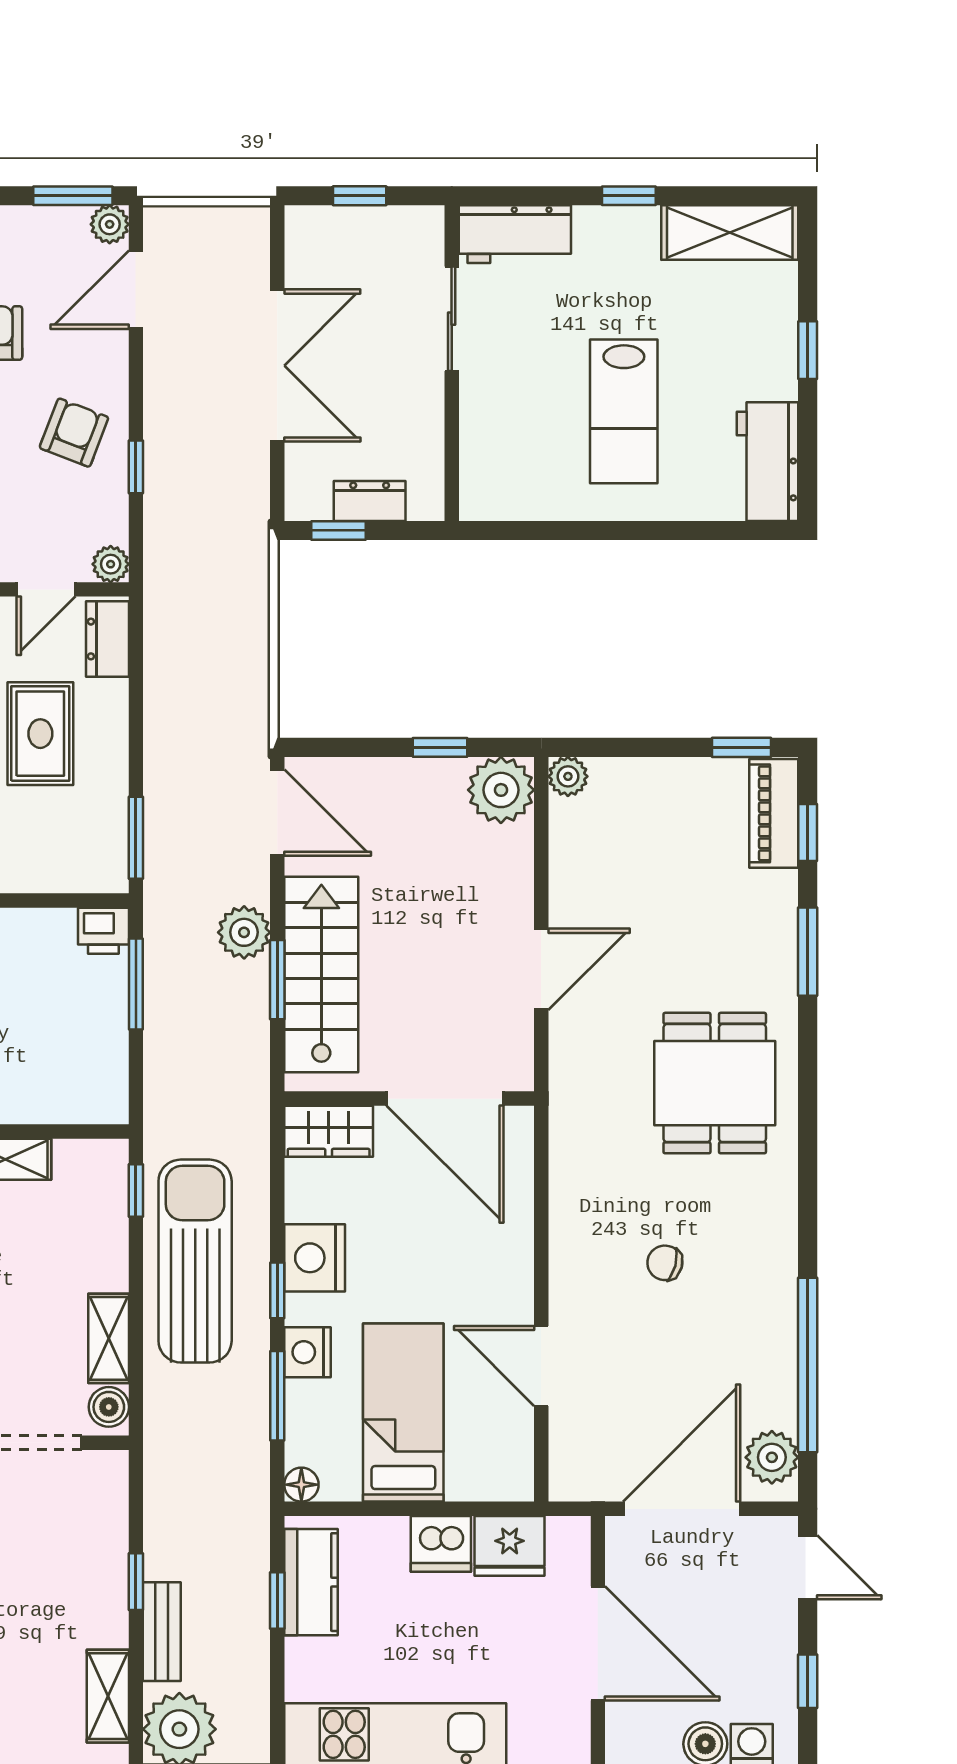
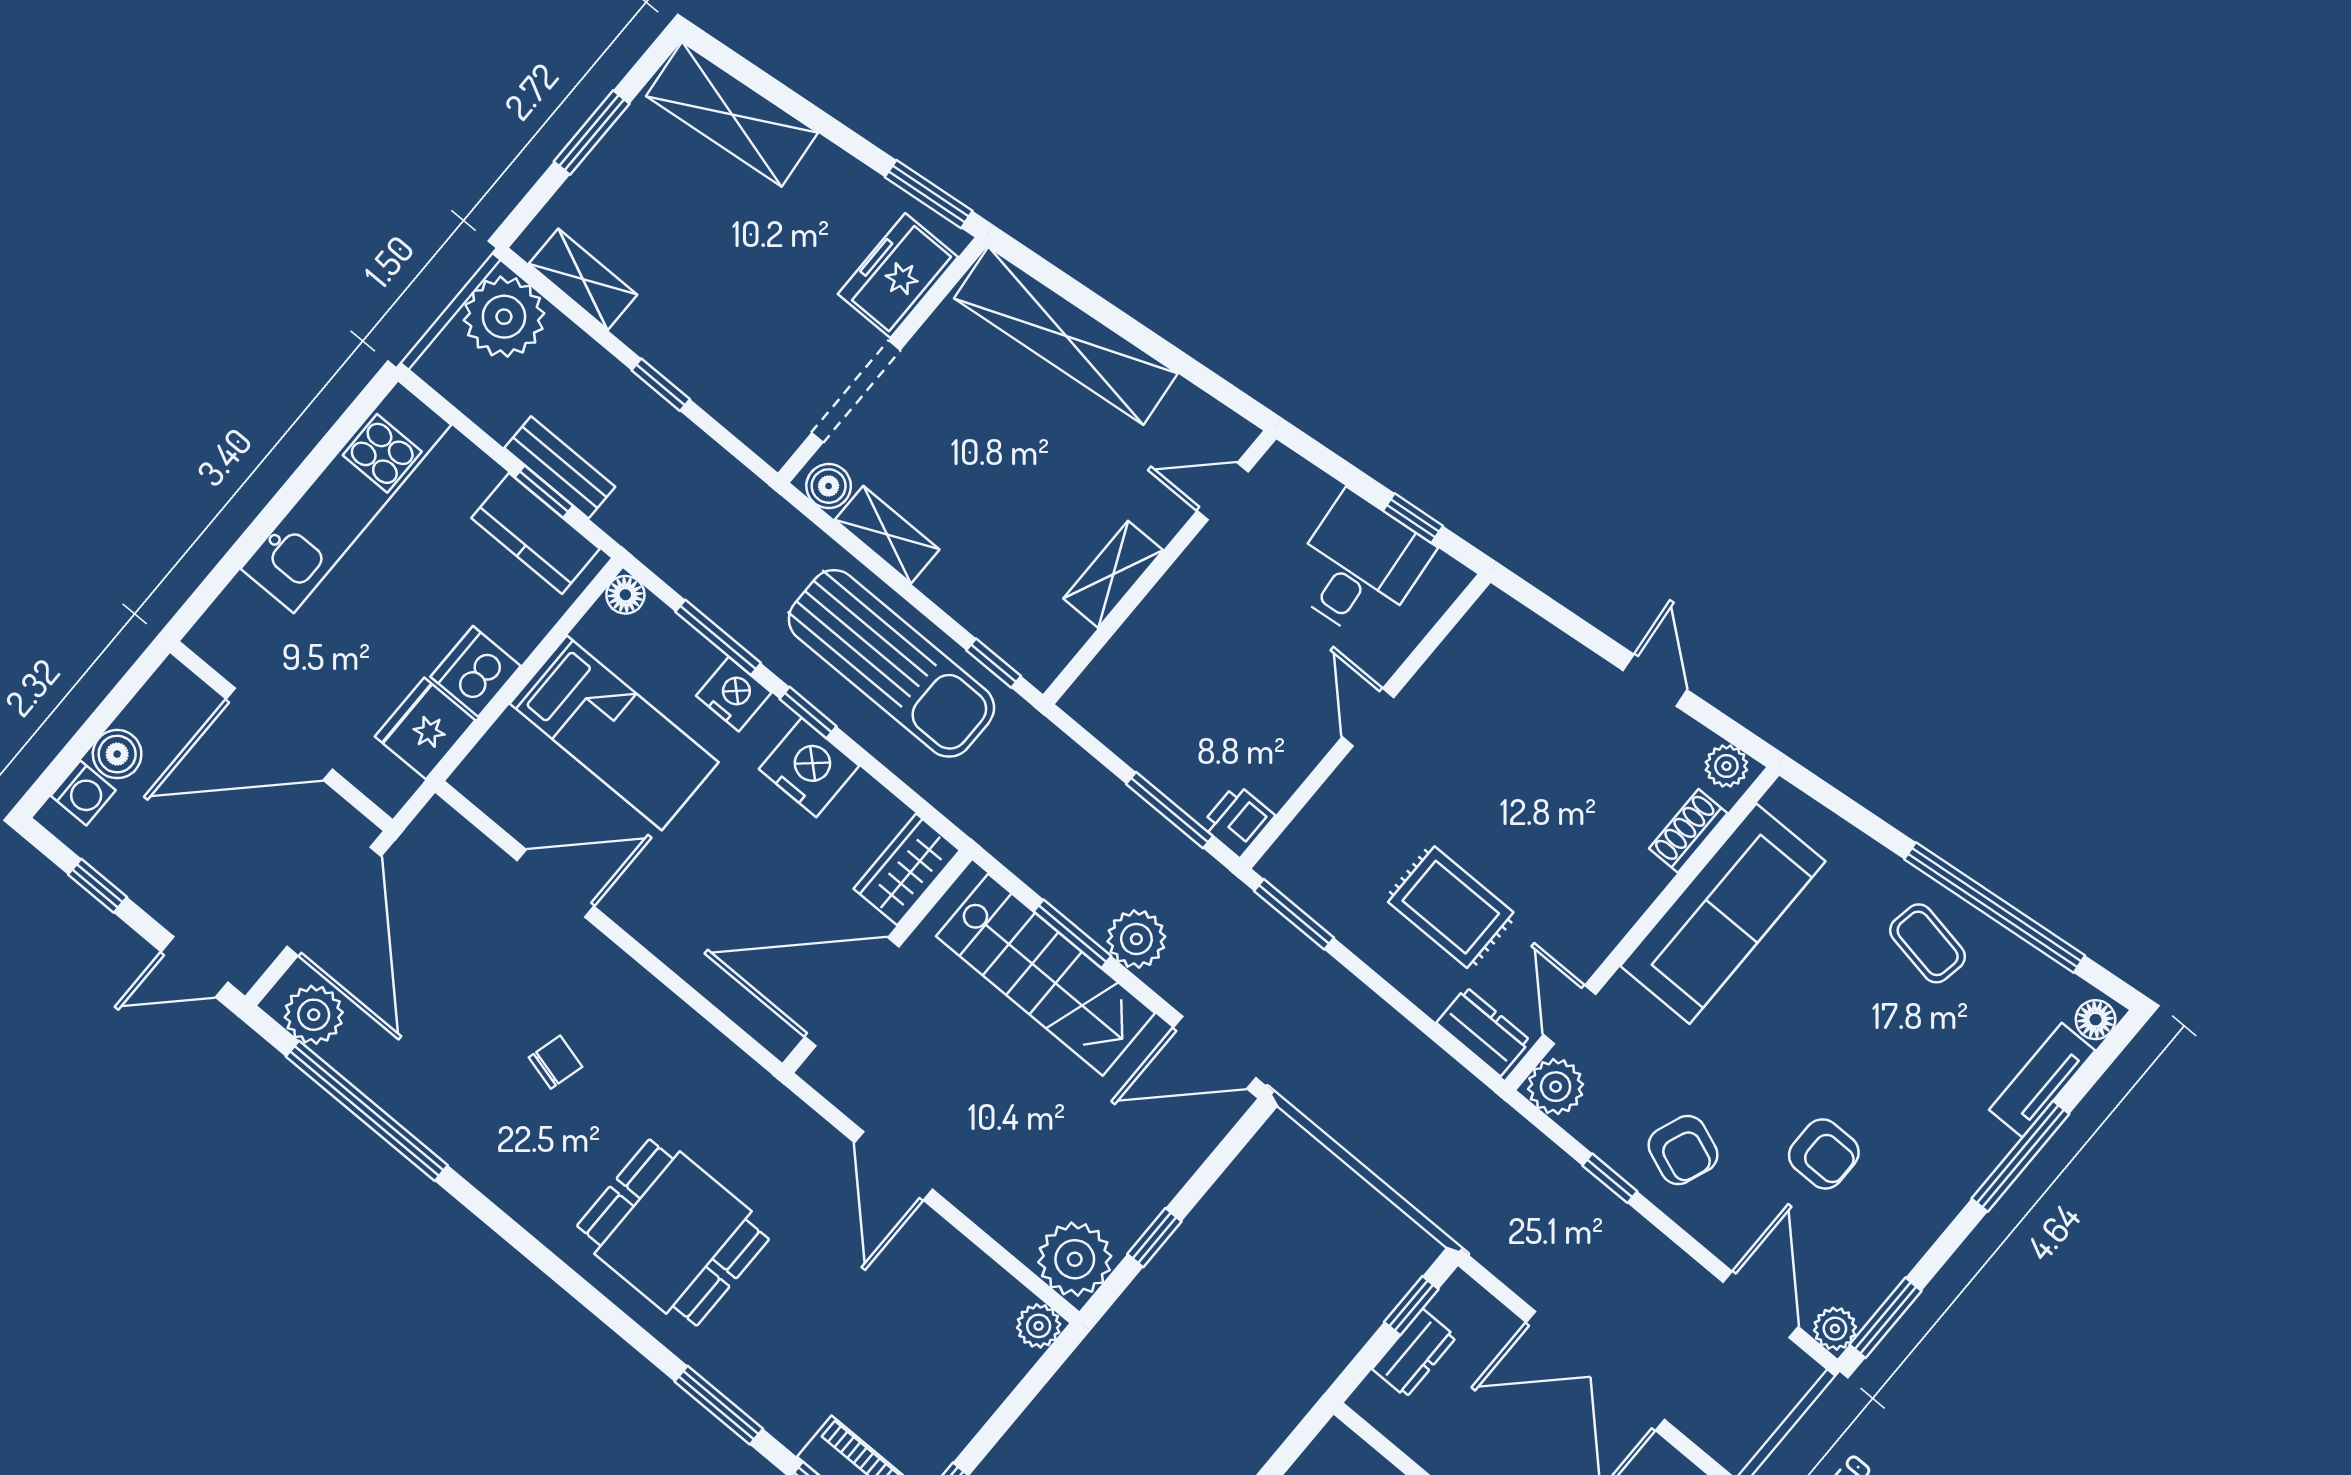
plant: (111, 564) -> (1556, 1087), width x1.38, depth x1.38
bench: (162, 1632) -> (560, 467), moved

